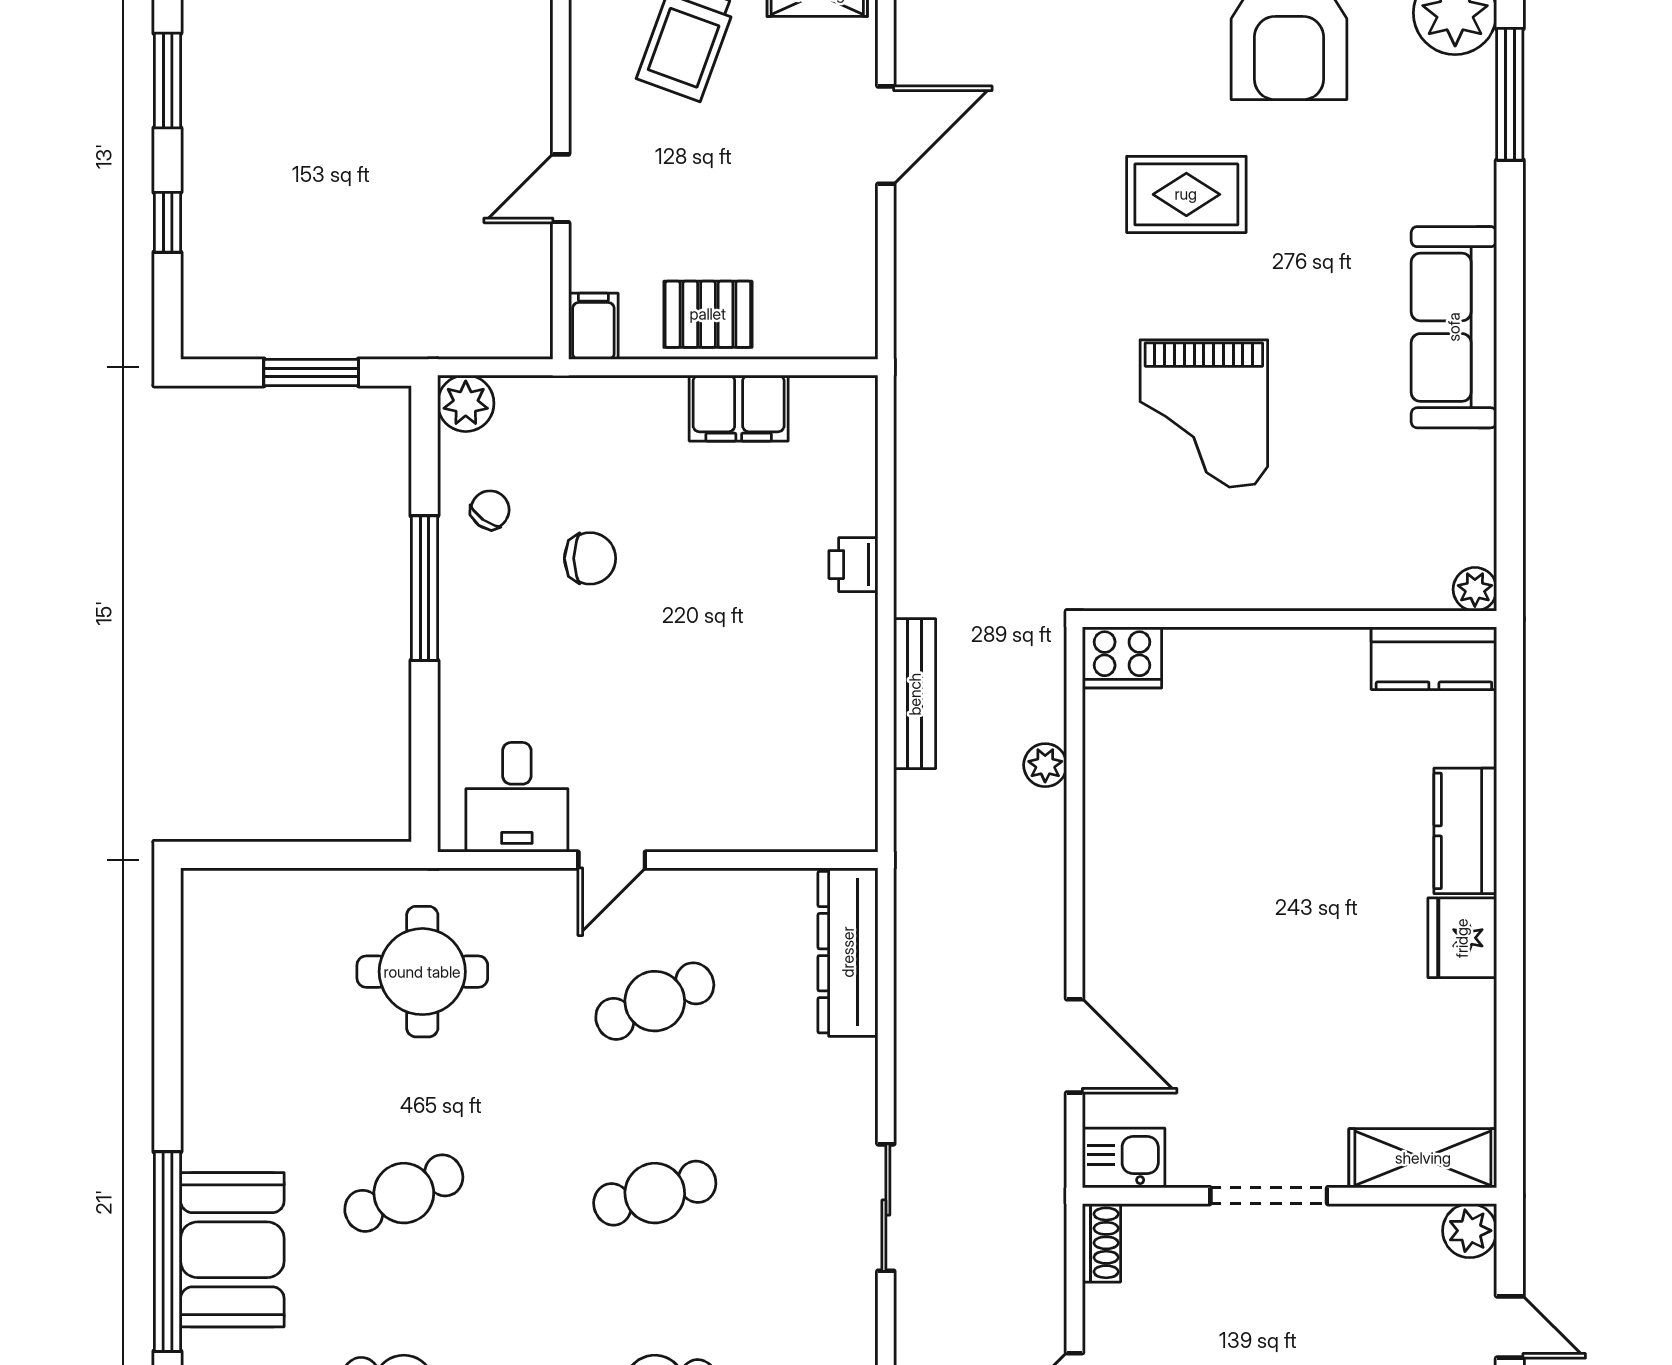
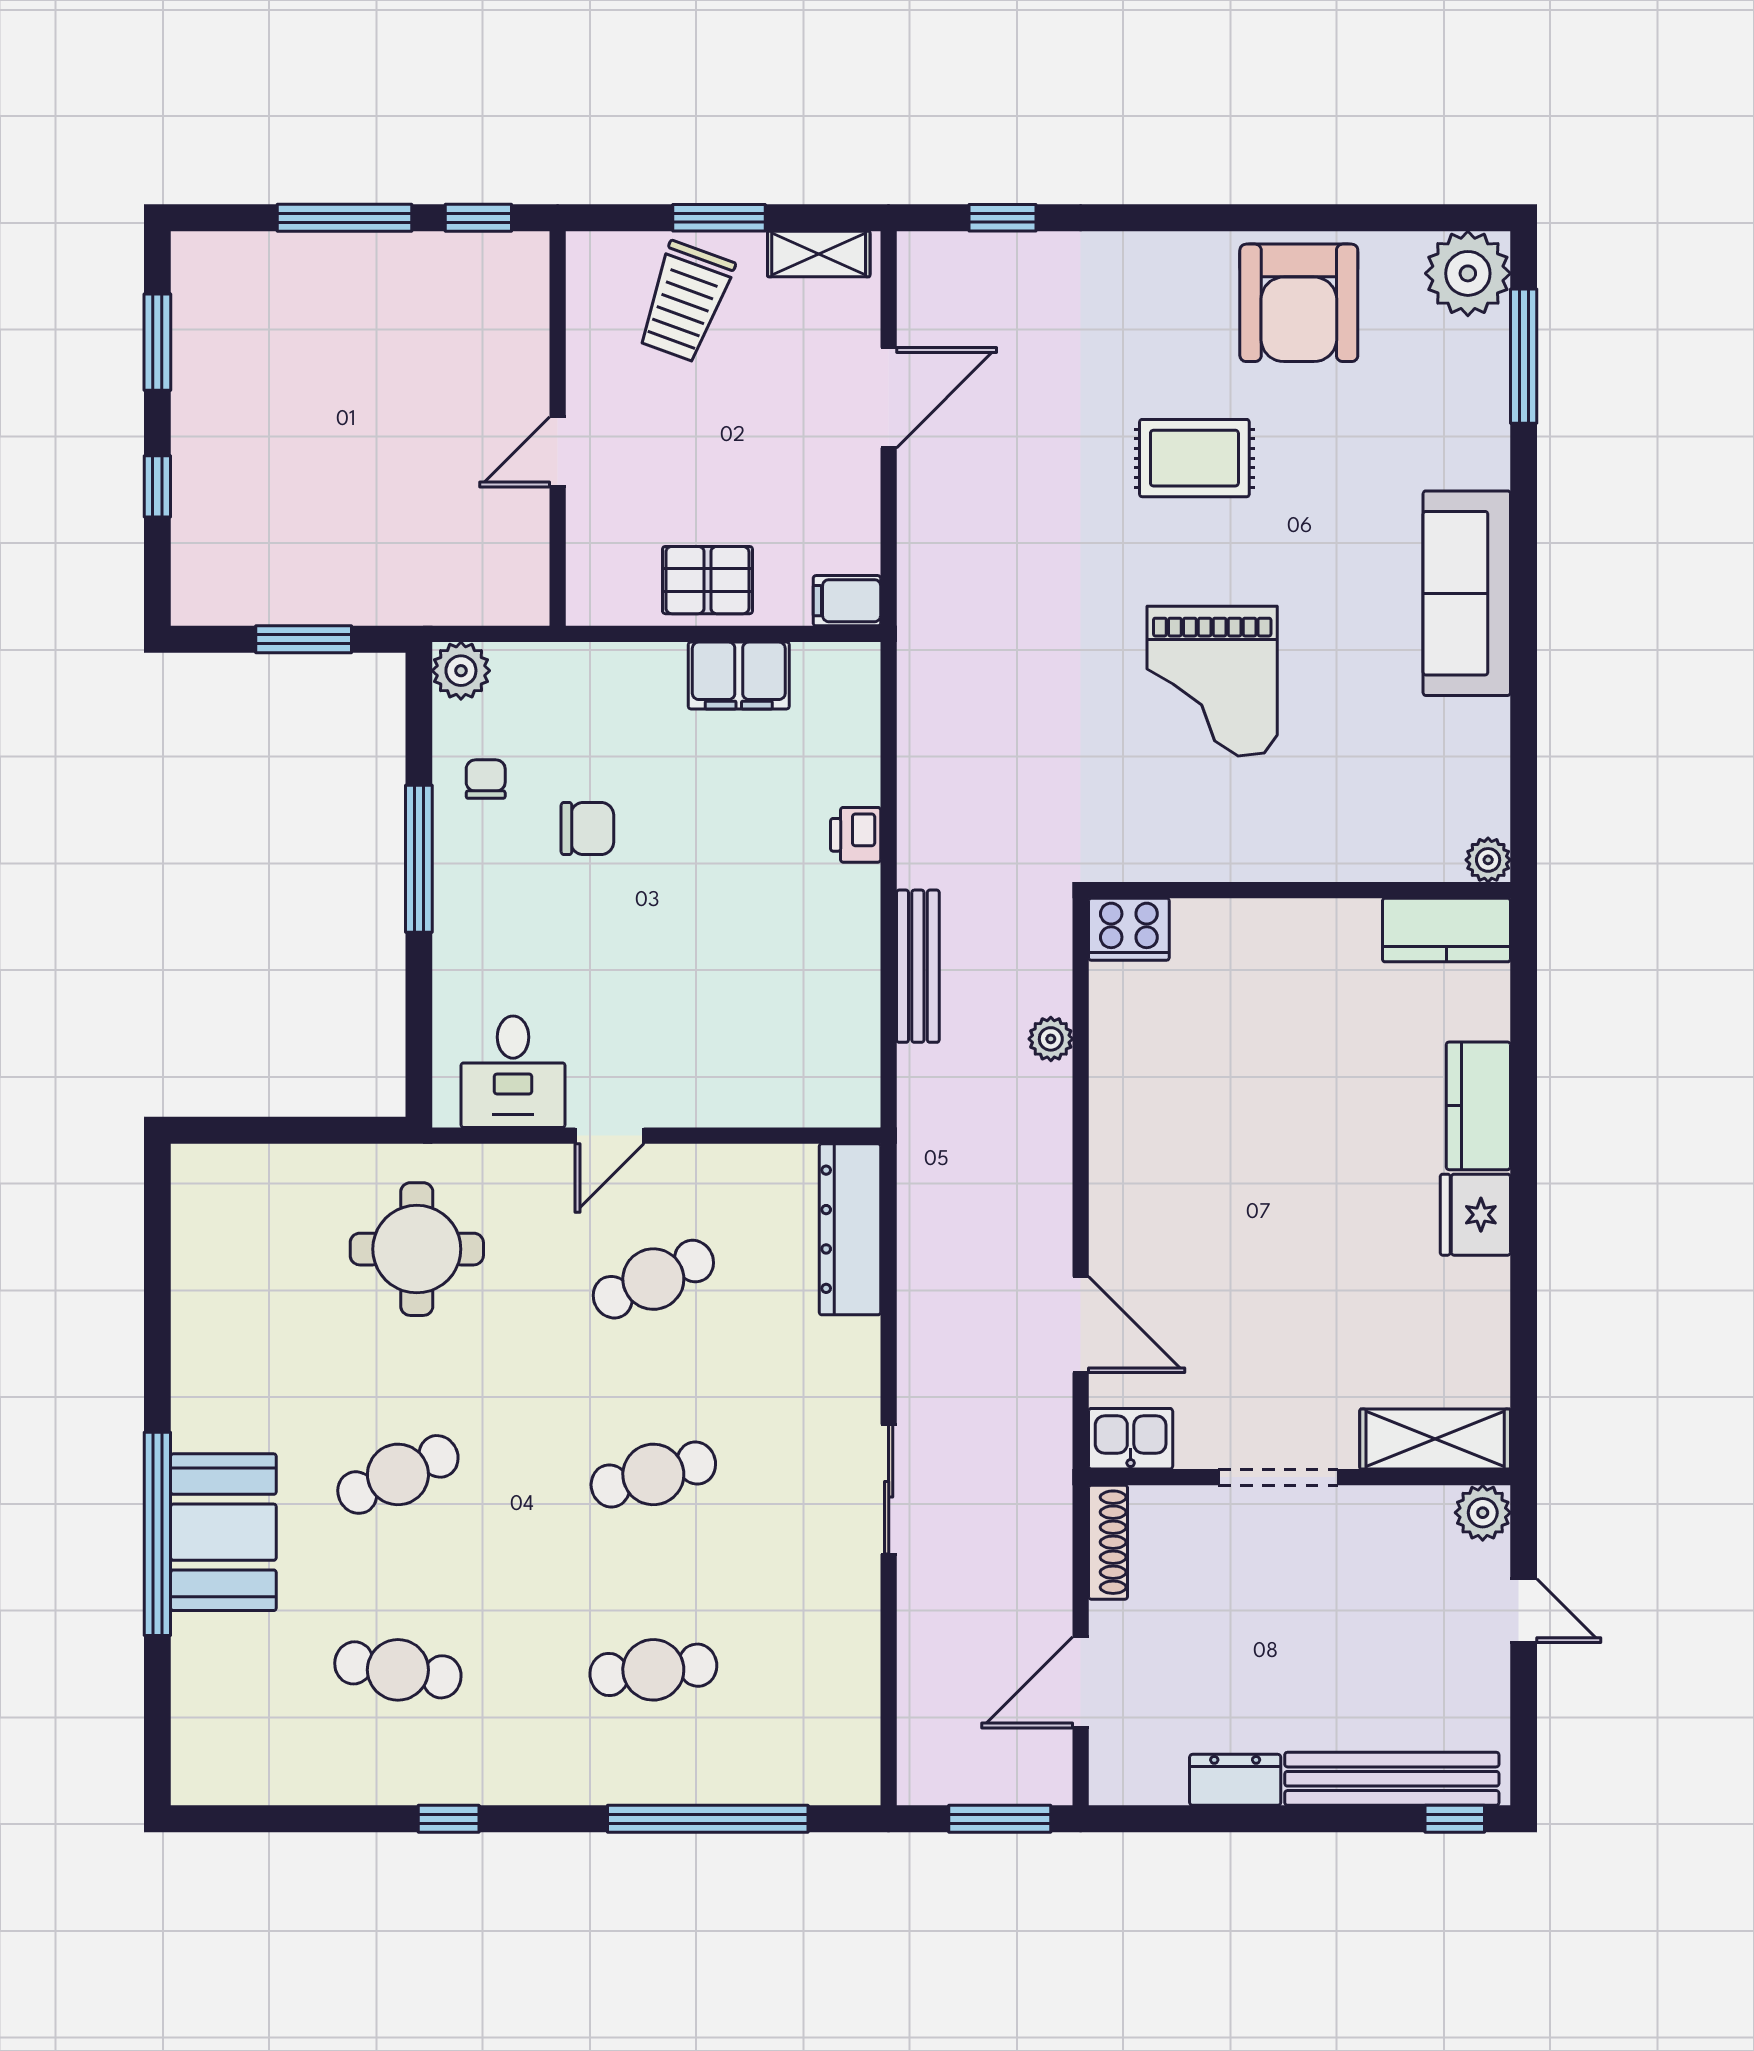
filing cabinet: (593, 326) -> (847, 601), moved, turned -90
chair: (490, 510) -> (486, 779), turned -36
shoe rack: (1102, 1243) -> (1108, 1542), width x1.43

